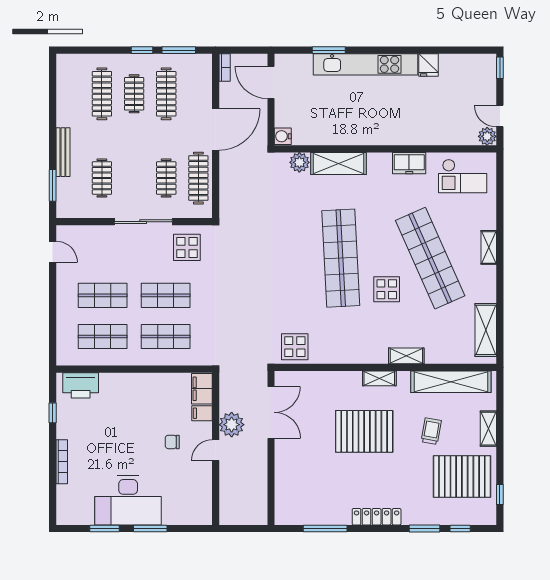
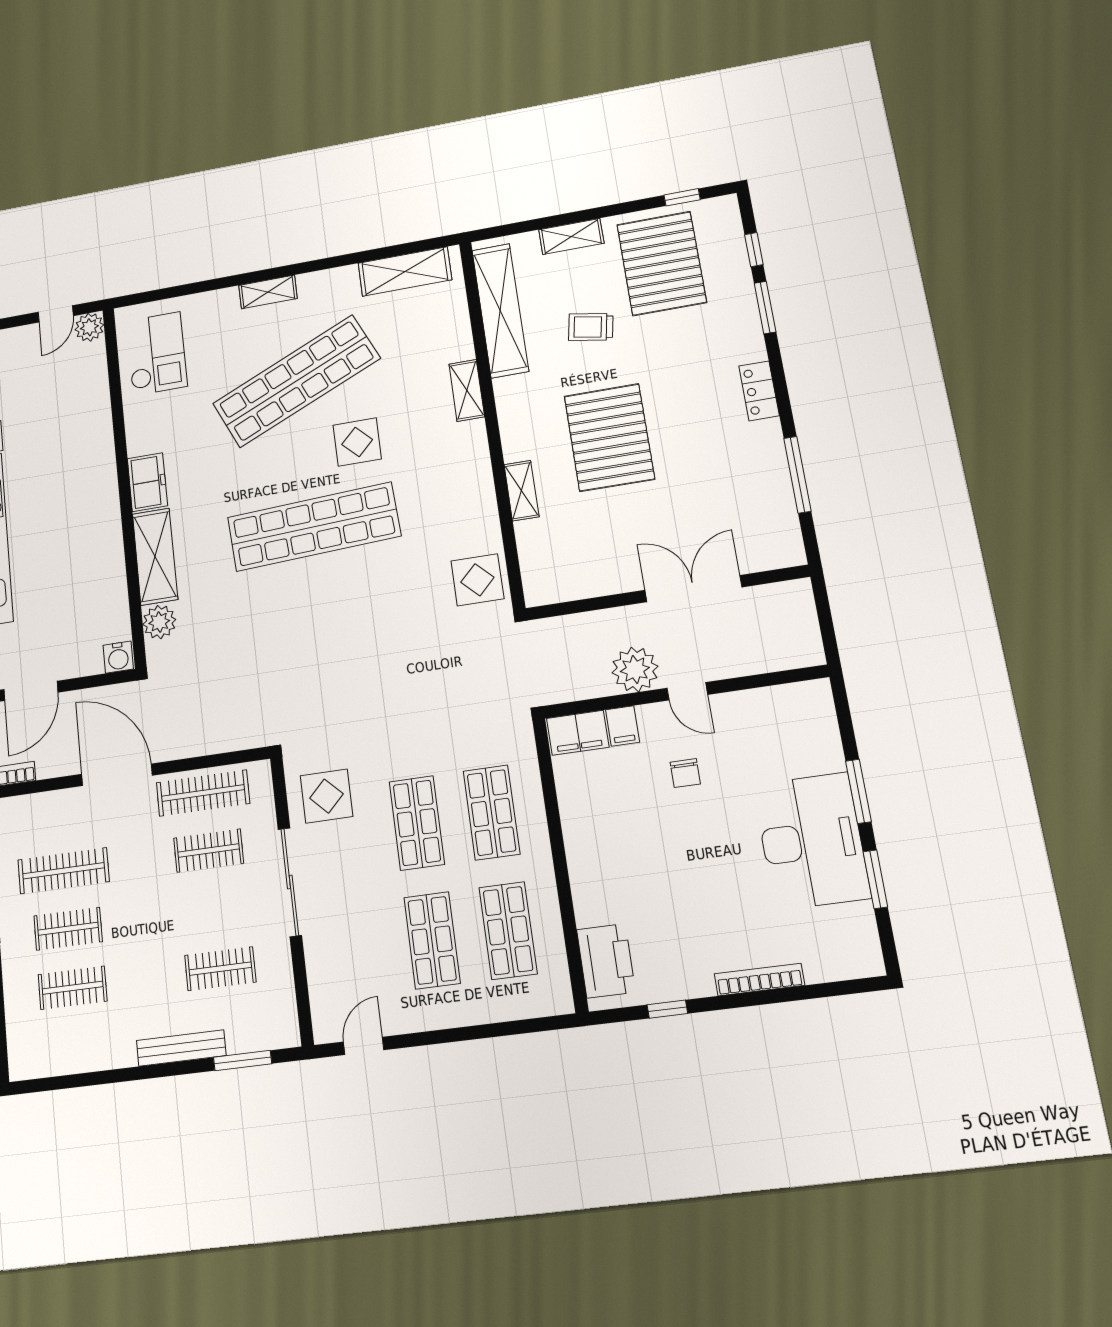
clothes rail: (102, 94) -> (73, 988), width x0.73
freezer: (409, 163) -> (147, 482), moved
shelving: (379, 378) -> (521, 491), moved
double door: (271, 412) -> (693, 589), moved
locker: (377, 517) -> (759, 391), width x0.66

